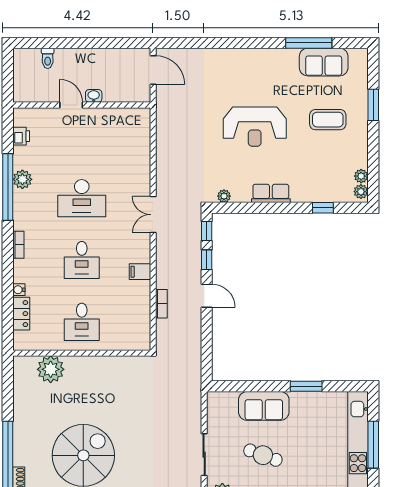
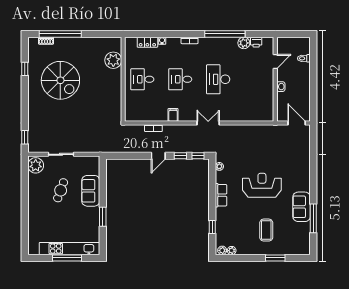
sofa: (324, 62) -> (302, 207), moved
door: (153, 70) -> (297, 123), swing flipped
door: (71, 105) -> (275, 62), moved
reception desk: (255, 127) -> (262, 185), turned 90
plant: (22, 179) -> (244, 43), moved

